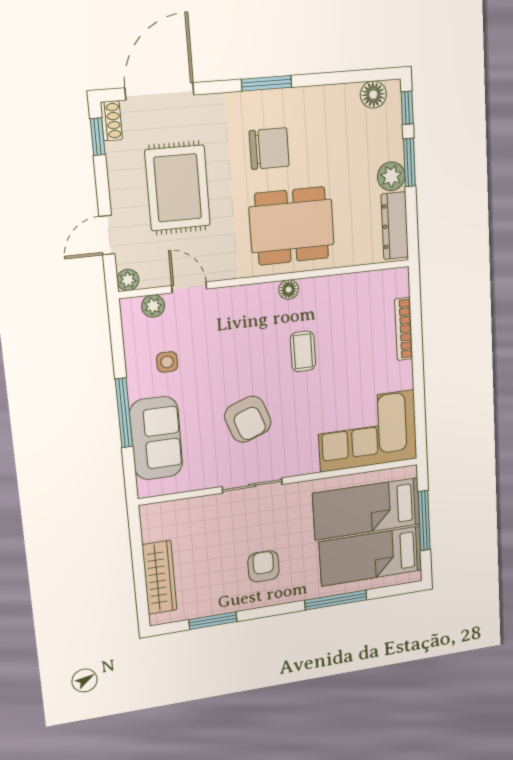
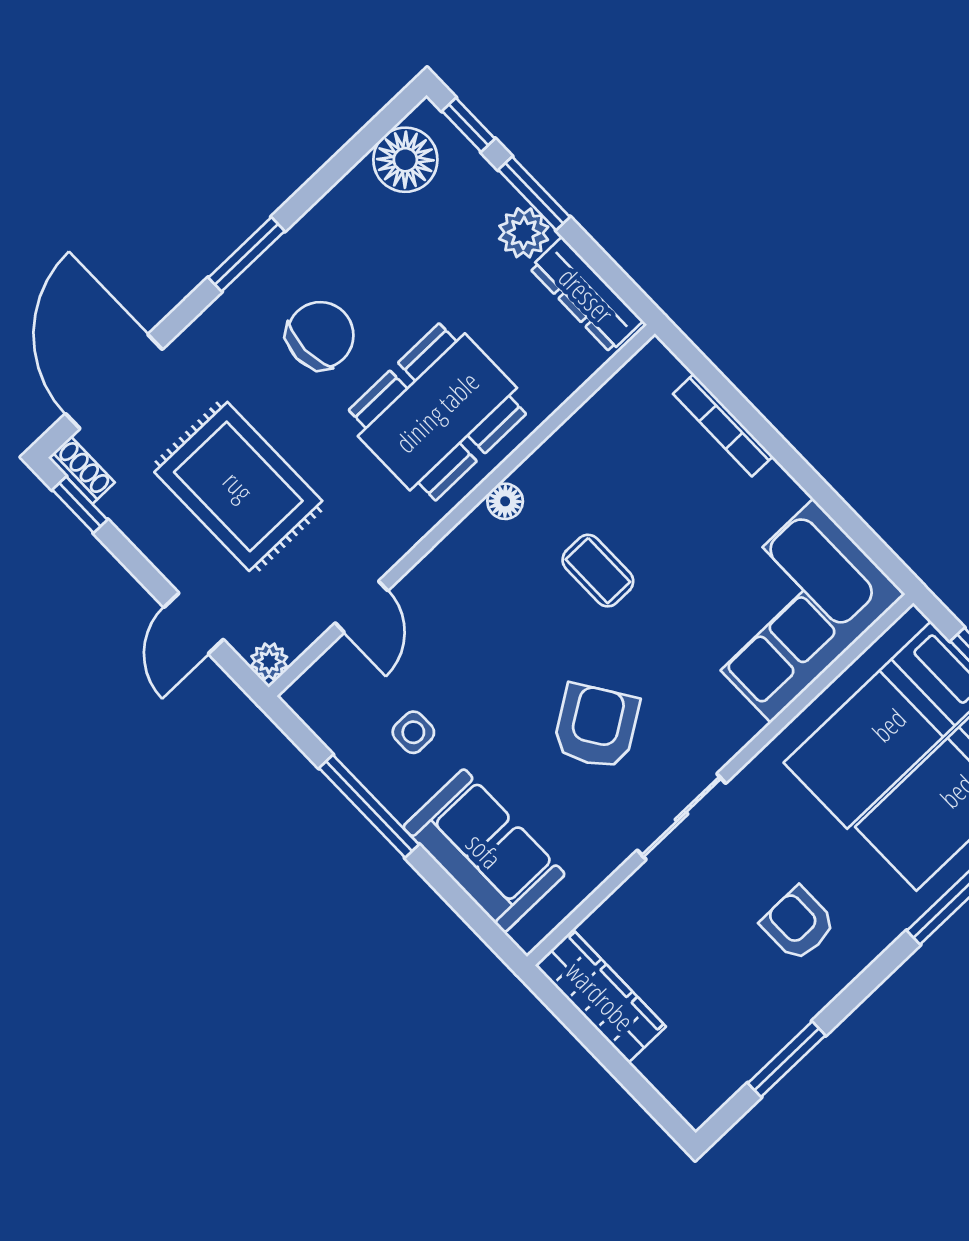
floor lamp: (373, 95) -> (405, 160), width x1.38, depth x1.38
door: (189, 287) -> (361, 607), swing flipped
plant: (153, 306) -> (332, 670), removed
window: (124, 413) -> (369, 806), moved
armchair: (248, 419) -> (596, 726), turned -103
wardrobe: (160, 577) -> (600, 996), moved

